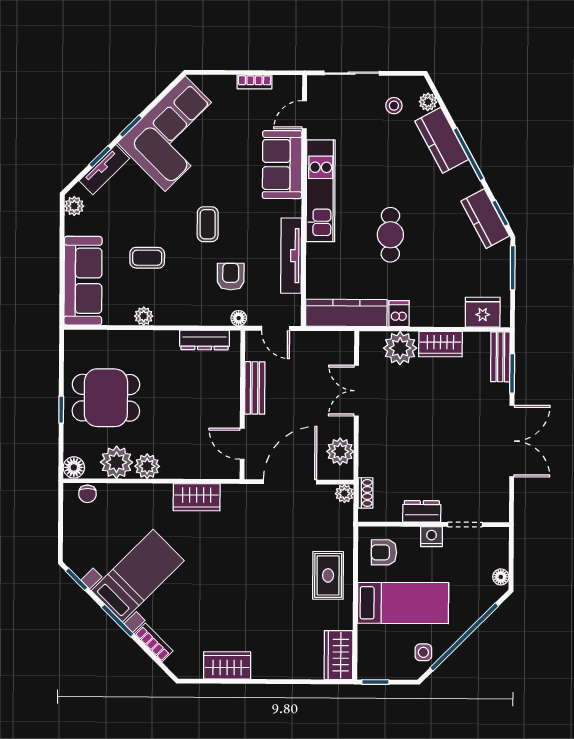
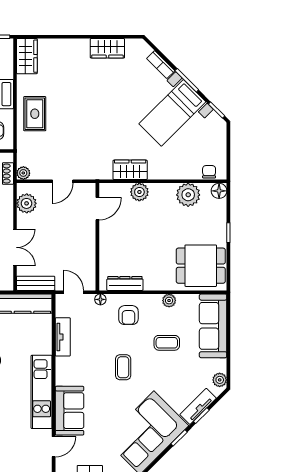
tv unit: (291, 256) -> (63, 337), width x0.71
armchair: (231, 277) -> (128, 315), moved
bench: (255, 388) -> (36, 283), moved, turned 90
dining table: (106, 398) -> (201, 266), moved
door: (242, 444) -> (97, 209), hinge flipped
plant: (147, 466) -> (139, 192), moved
door: (290, 482) -> (63, 181), width x0.53

